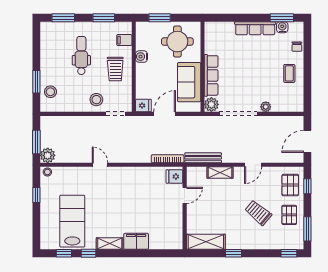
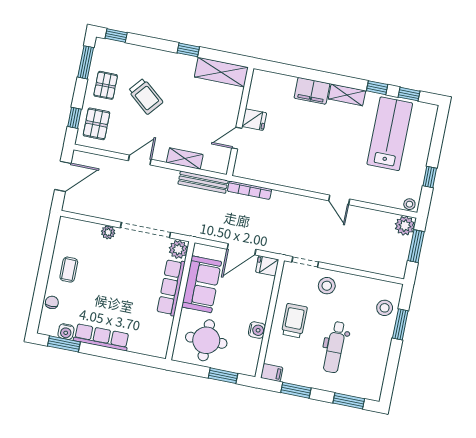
filing cabinet: (124, 40) -> (272, 373), moved
fridge: (174, 176) -> (254, 120), moved
lab bench: (72, 221) -> (390, 134), turned 180

